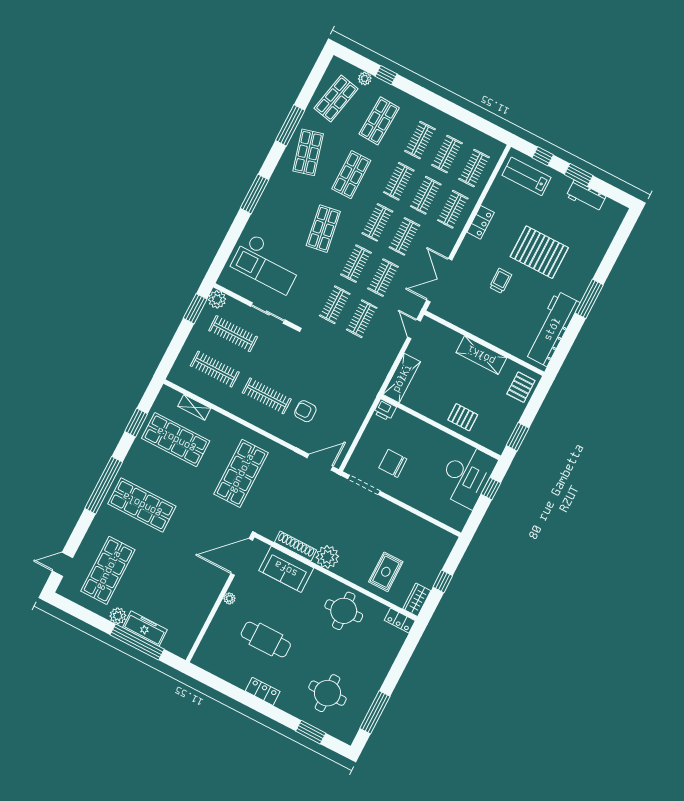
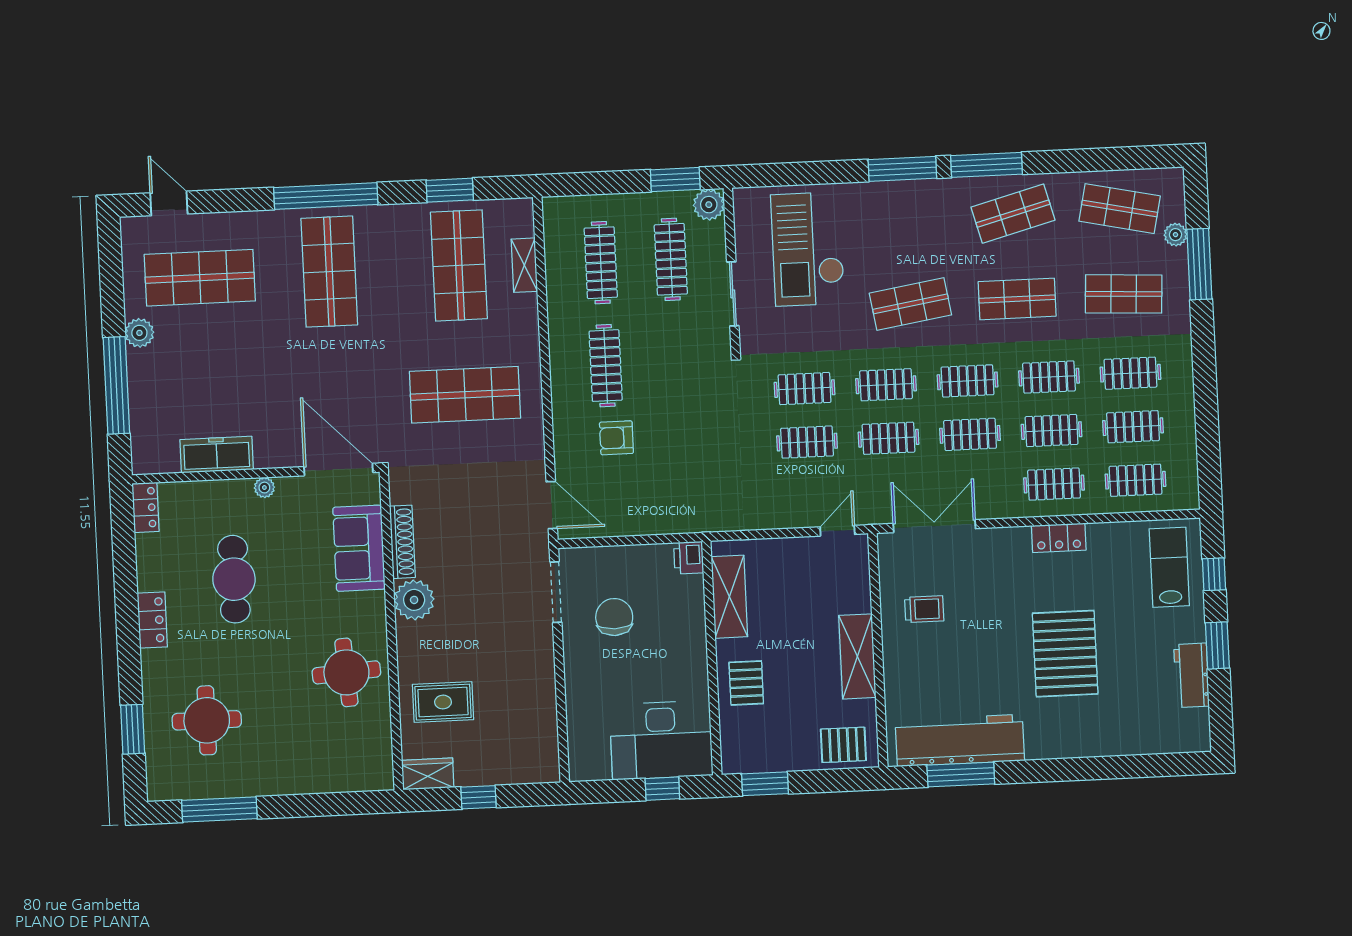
window: (386, 75) -> (1199, 264), width x2.17
window: (290, 125) -> (986, 165), moved
trolley: (501, 281) -> (924, 609), moved
window: (589, 299) -> (961, 775), moved
shelving: (402, 378) -> (729, 597), moved, turned 90
armchair: (305, 411) -> (616, 438), turned -90
locker: (400, 621) -> (146, 507), moved, turned 180
freezer: (145, 629) -> (217, 455), moved, turned -90

